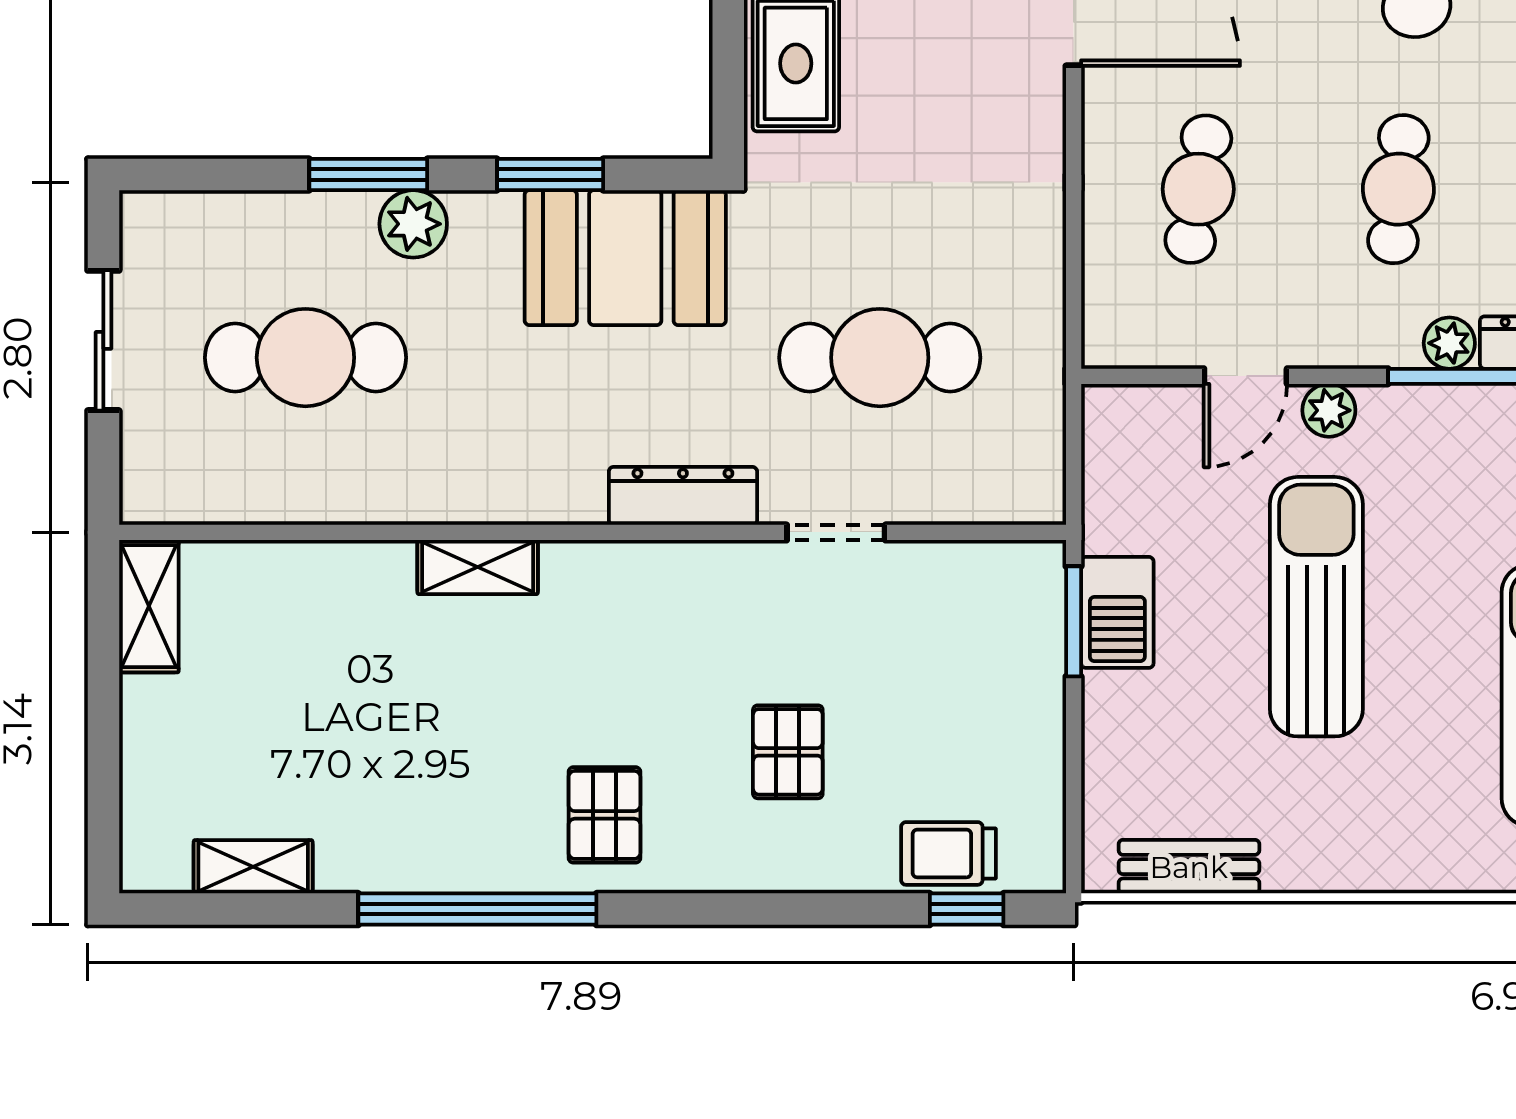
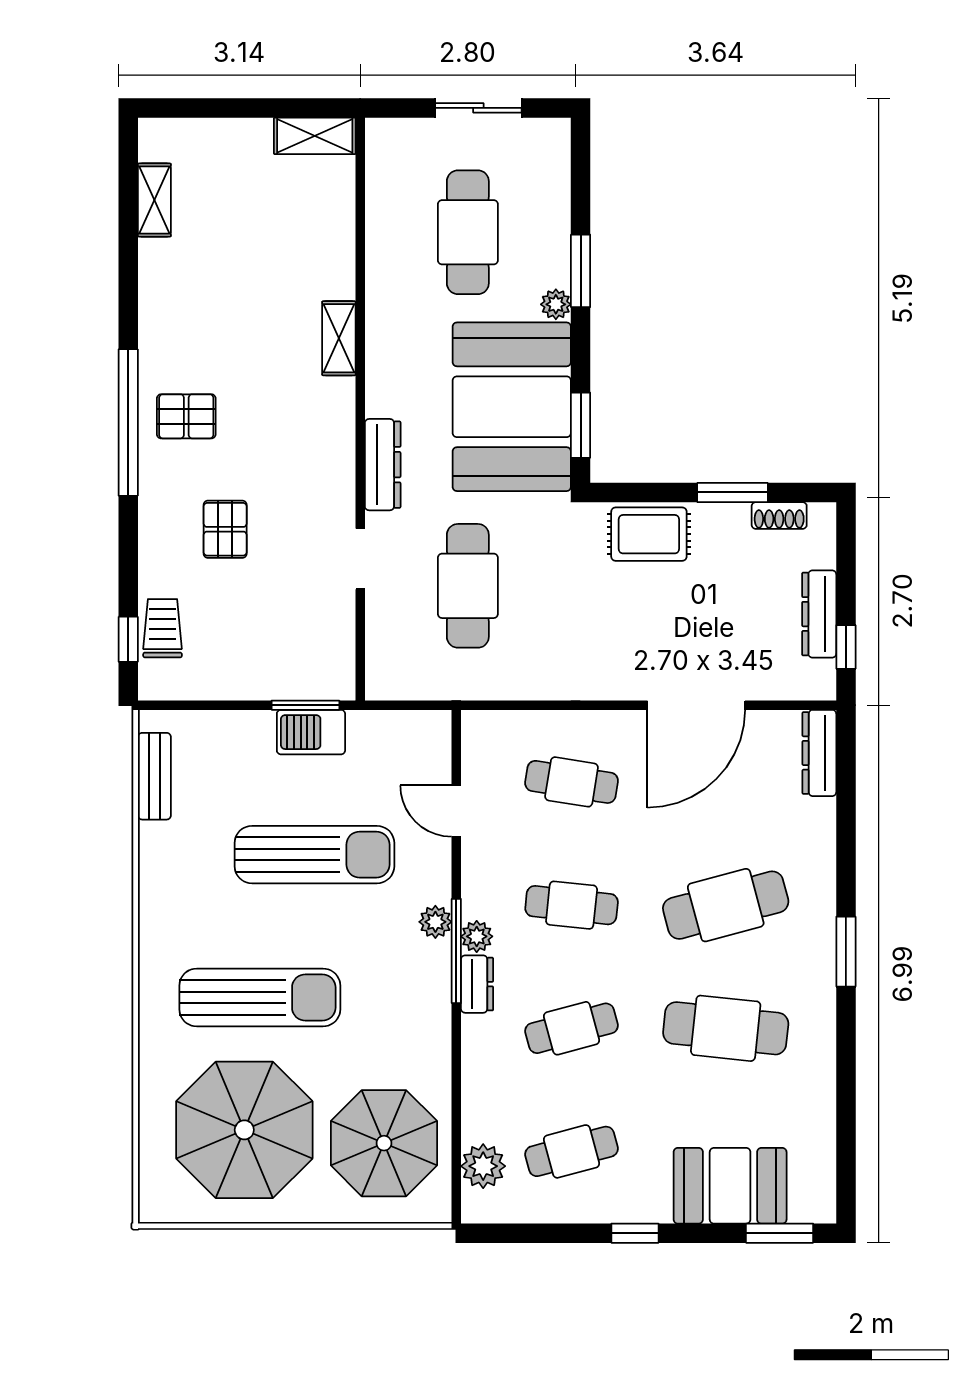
window: (550, 174) -> (581, 425), moved
plant: (413, 224) -> (556, 304), width x0.73, depth x0.73
booth: (625, 258) -> (512, 407), width x1.36, depth x1.42
plant: (1329, 410) -> (435, 922), moved
pallet: (788, 752) -> (225, 529), turned 90
window: (477, 909) -> (128, 423), moved

